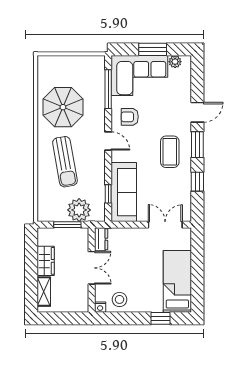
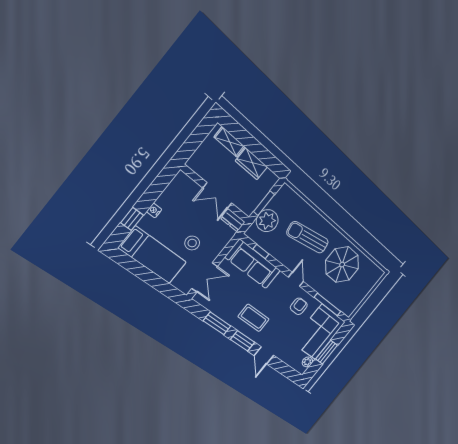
door: (108, 141) -> (296, 279), swing flipped
window: (197, 182) -> (217, 323), width x1.50
stool: (120, 299) -> (192, 243), moved
nightstand: (100, 307) -> (154, 210), moved

